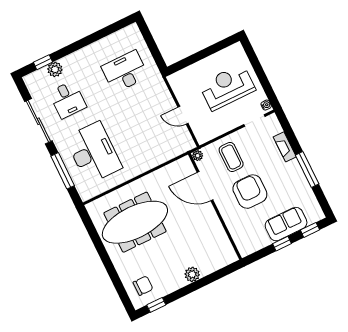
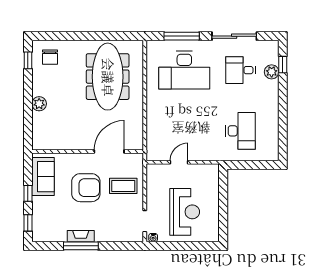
fireplace: (285, 147) -> (81, 236), moved
plant: (198, 156) -> (138, 158), removed
sofa: (286, 224) -> (43, 177), moved

